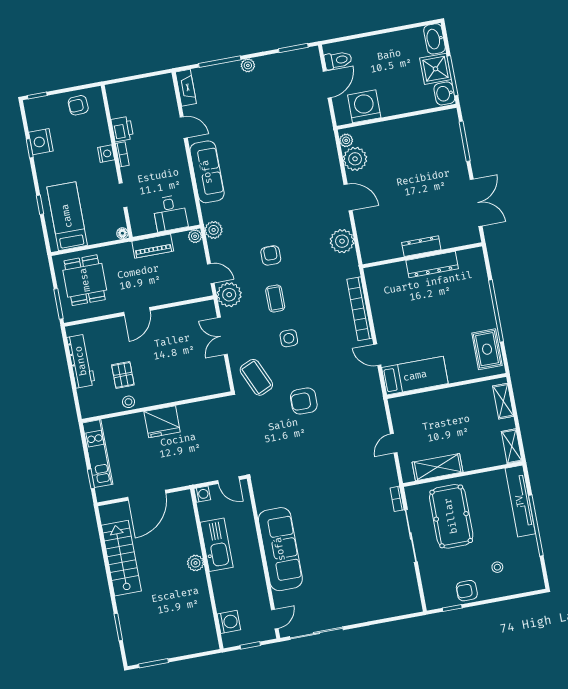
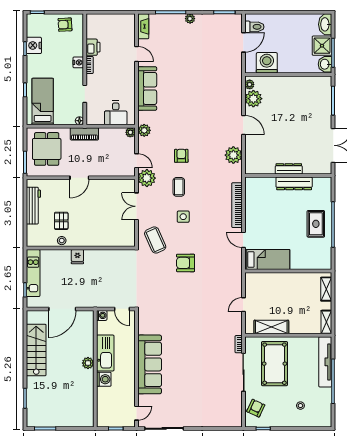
piano: (153, 246) -> (84, 134), moved
rug: (487, 349) -> (316, 224), moved
fridge: (162, 422) -> (77, 257), width x0.53, depth x0.75
armchair: (467, 591) -> (256, 408), moved, turned 115
washing machine: (229, 622) -> (104, 379), moved

